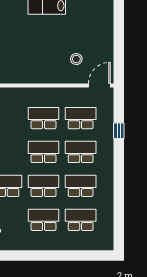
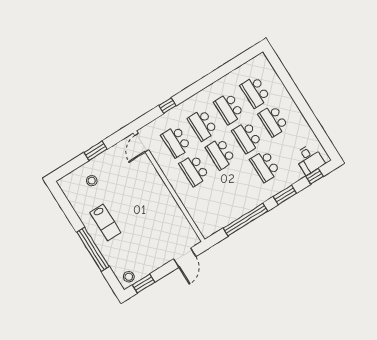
window: (119, 38) -> (95, 151), added
stool: (76, 59) -> (92, 181), moved
door: (99, 85) -> (142, 143), hinge flipped

